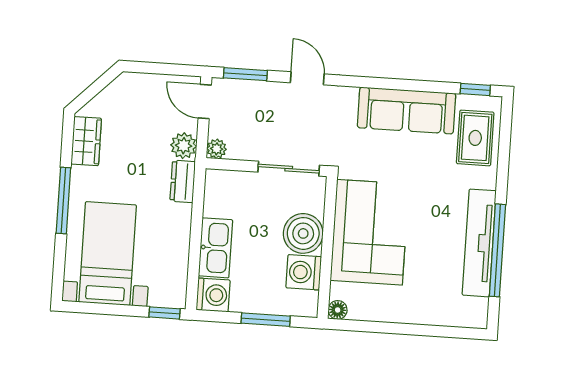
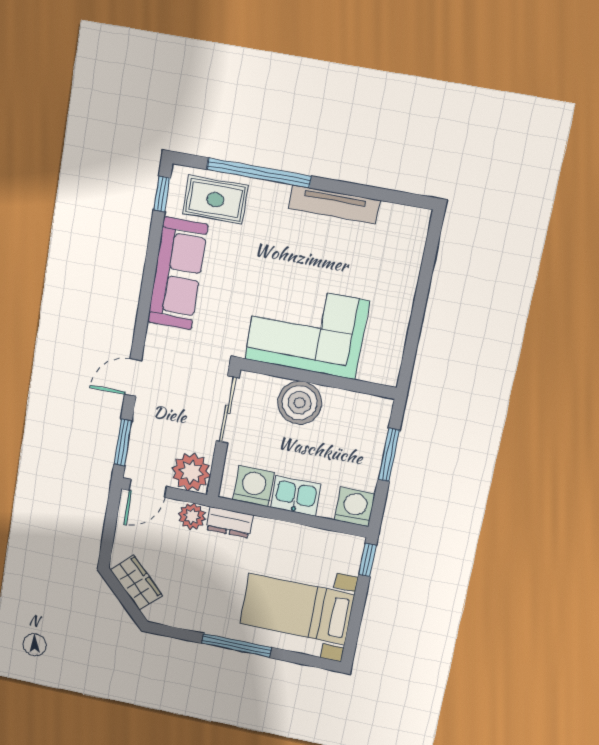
wardrobe: (86, 141) -> (136, 583), moved, turned 45
plant: (217, 149) -> (191, 472), width x1.87, depth x1.87
tv unit: (479, 243) -> (334, 205), width x0.73, depth x0.78
kitchen sink: (215, 248) -> (296, 496), width x0.73
window: (497, 250) -> (259, 173), moved
washing machine: (304, 272) -> (254, 486), moved, turned 180
floor lamp: (338, 310) -> (389, 376), removed

